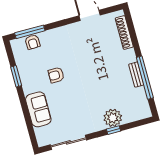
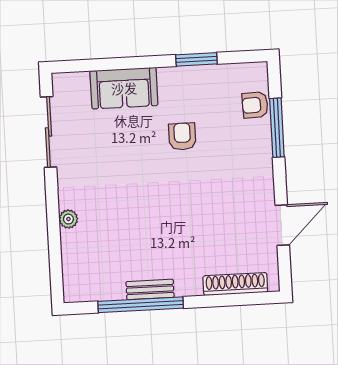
window: (30, 32) -> (277, 128), moved
plant: (113, 118) -> (68, 219), width x0.53, depth x0.53
window: (113, 130) -> (53, 223), removed

